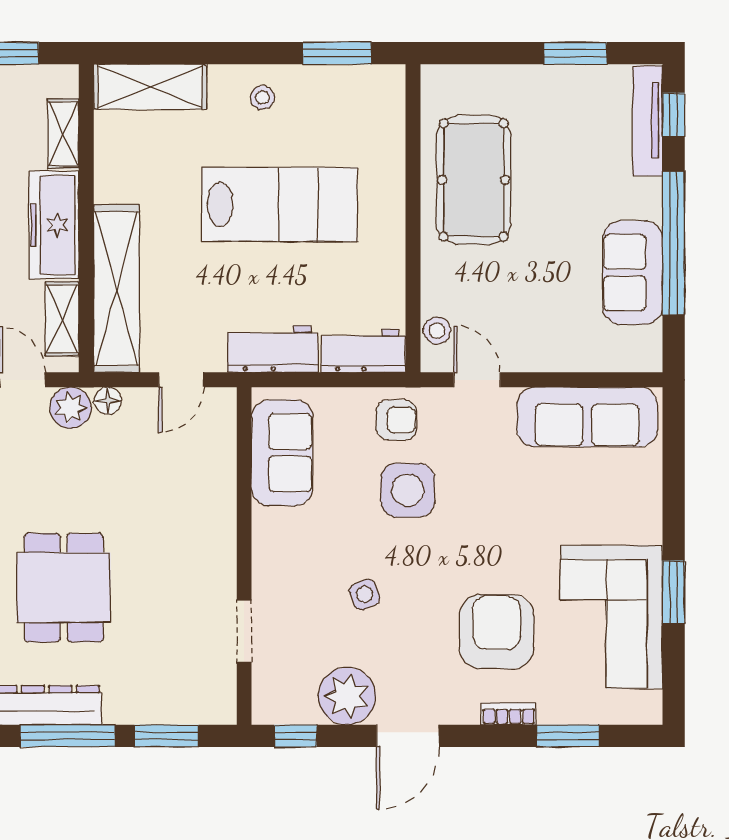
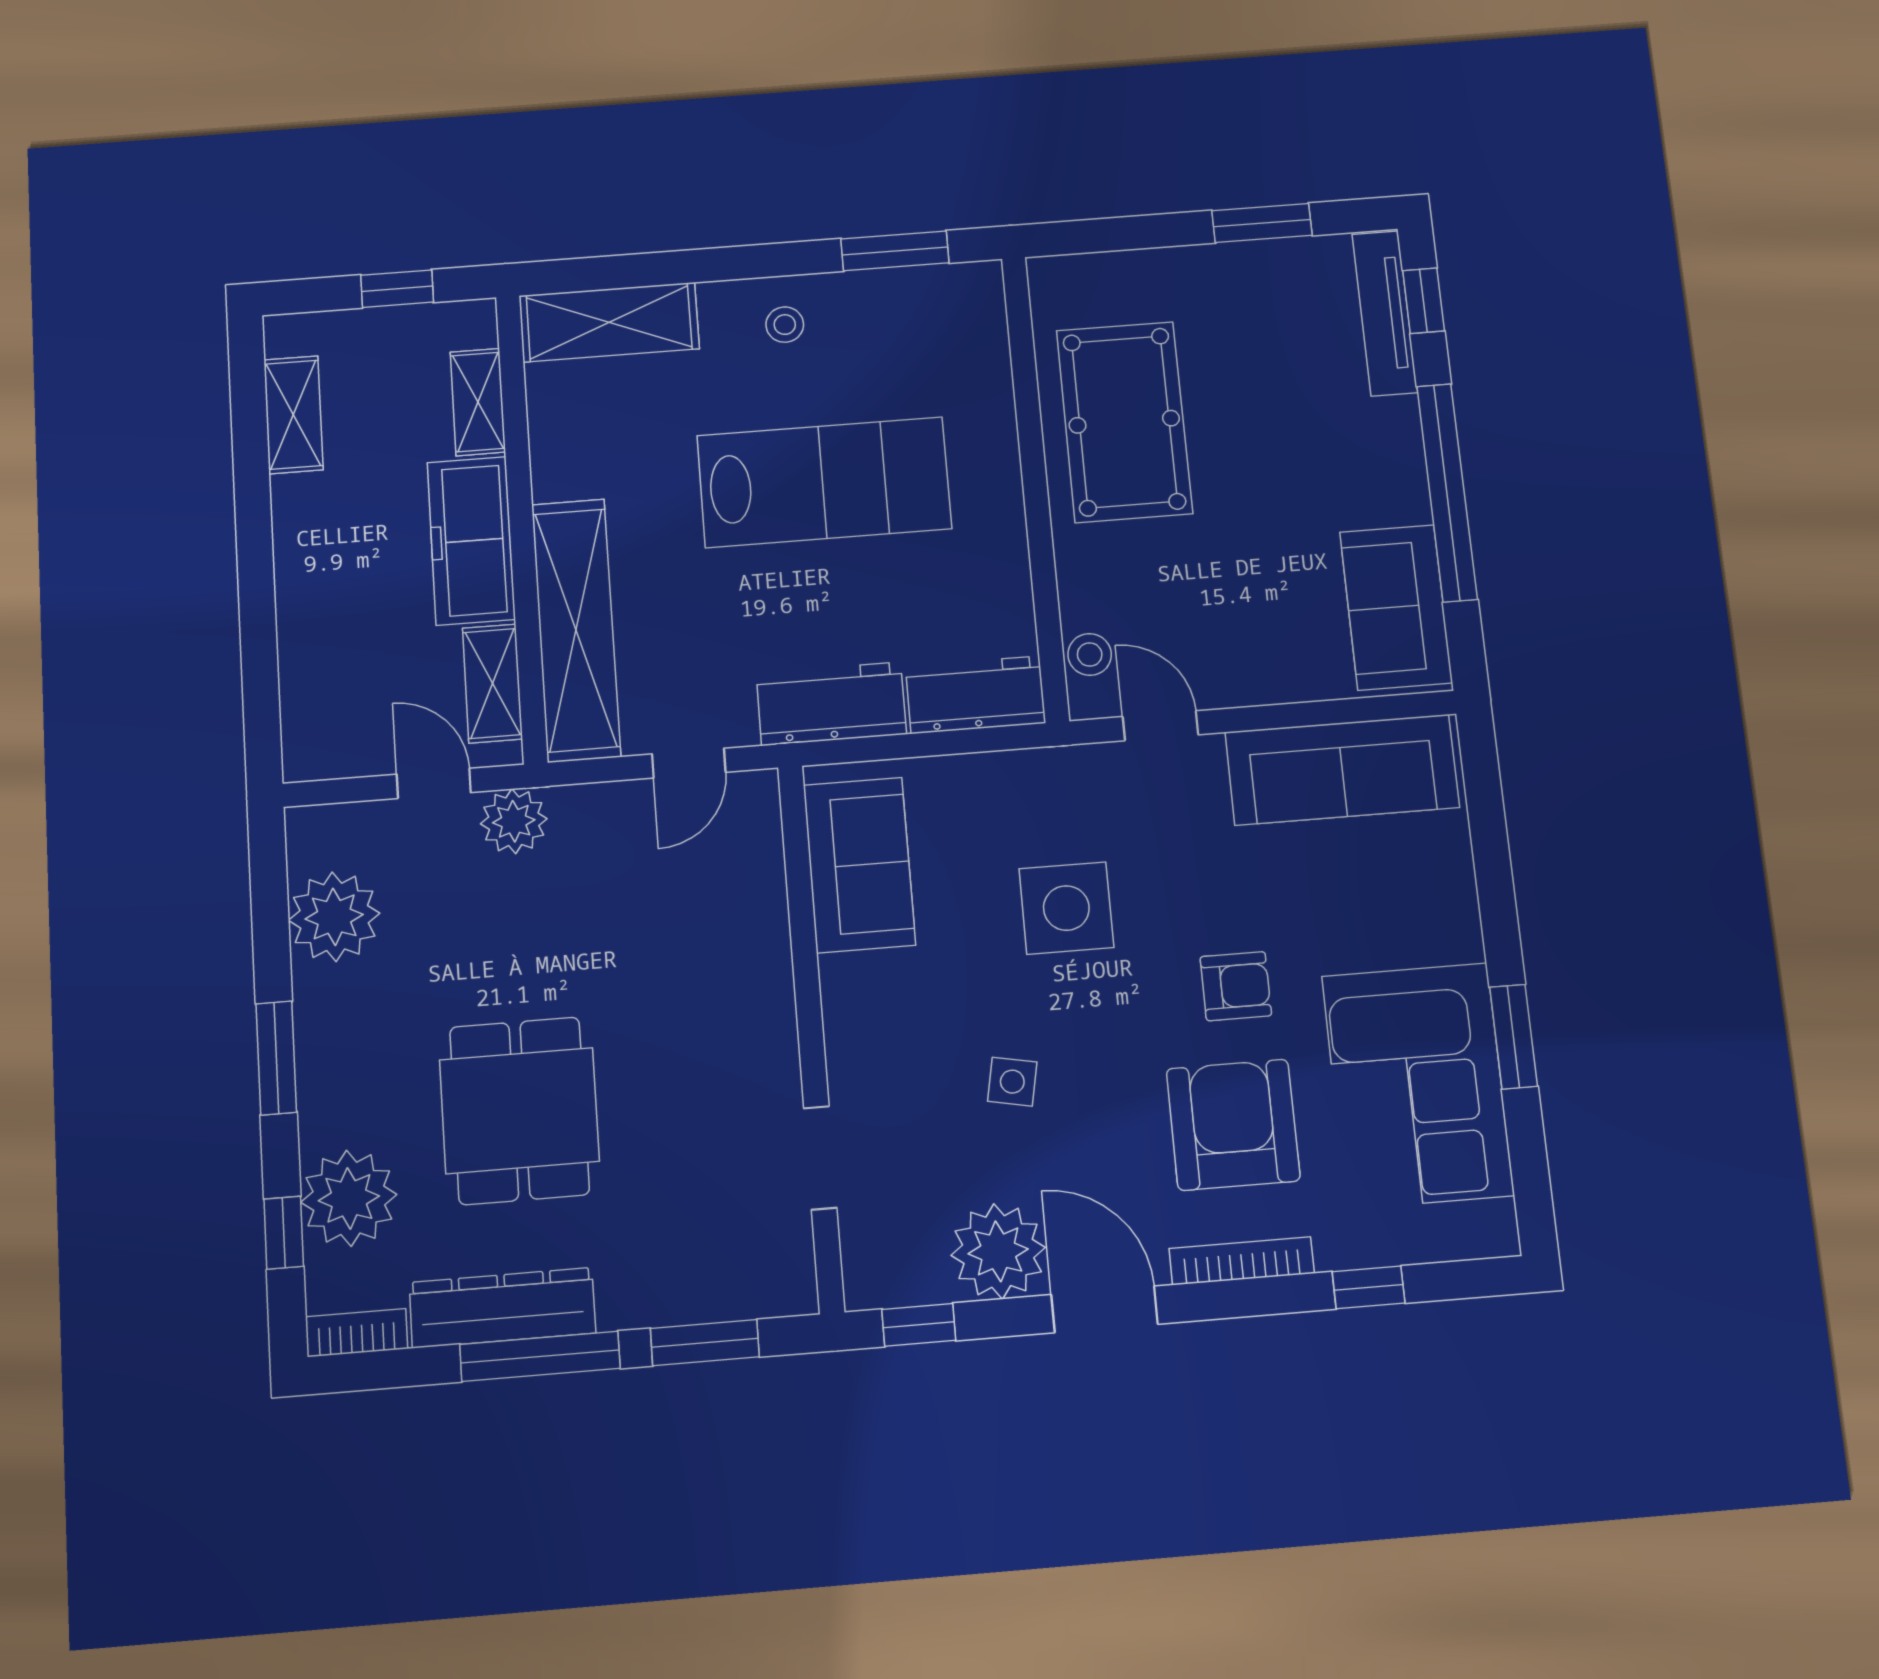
sofa: (633, 273) -> (1396, 607), moved
floor lamp: (108, 401) -> (573, 805), removed
armchair: (396, 420) -> (1236, 986), moved
side table: (365, 594) -> (1012, 1082), turned 32
bookcase: (509, 714) -> (1242, 1261), width x1.56
door: (408, 736) -> (1105, 1309), swing flipped
window: (568, 736) -> (1369, 1287), width x0.67

